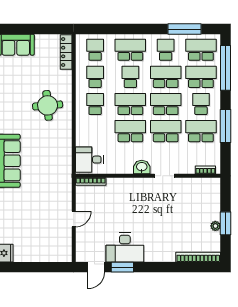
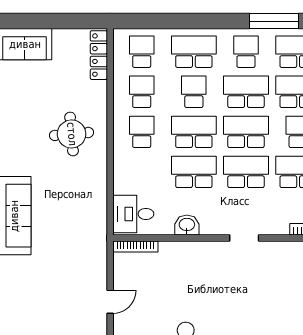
washbasin: (142, 167) -> (187, 225), moved

